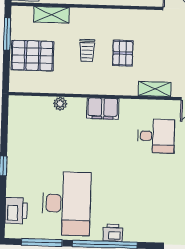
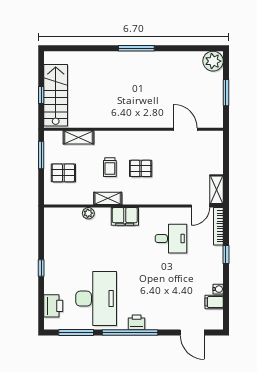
pallet: (123, 53) -> (141, 168), turned 90
pallet: (32, 56) -> (63, 173), width x0.67, depth x0.71
shelving: (155, 89) -> (108, 198), moved

